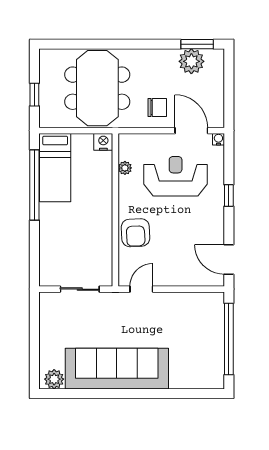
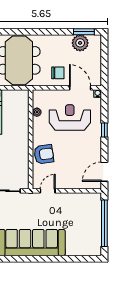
nightstand: (103, 142) -> (23, 95), removed
armchair: (136, 233) -> (44, 154), turned -95
door: (229, 260) -> (104, 172), hinge flipped

